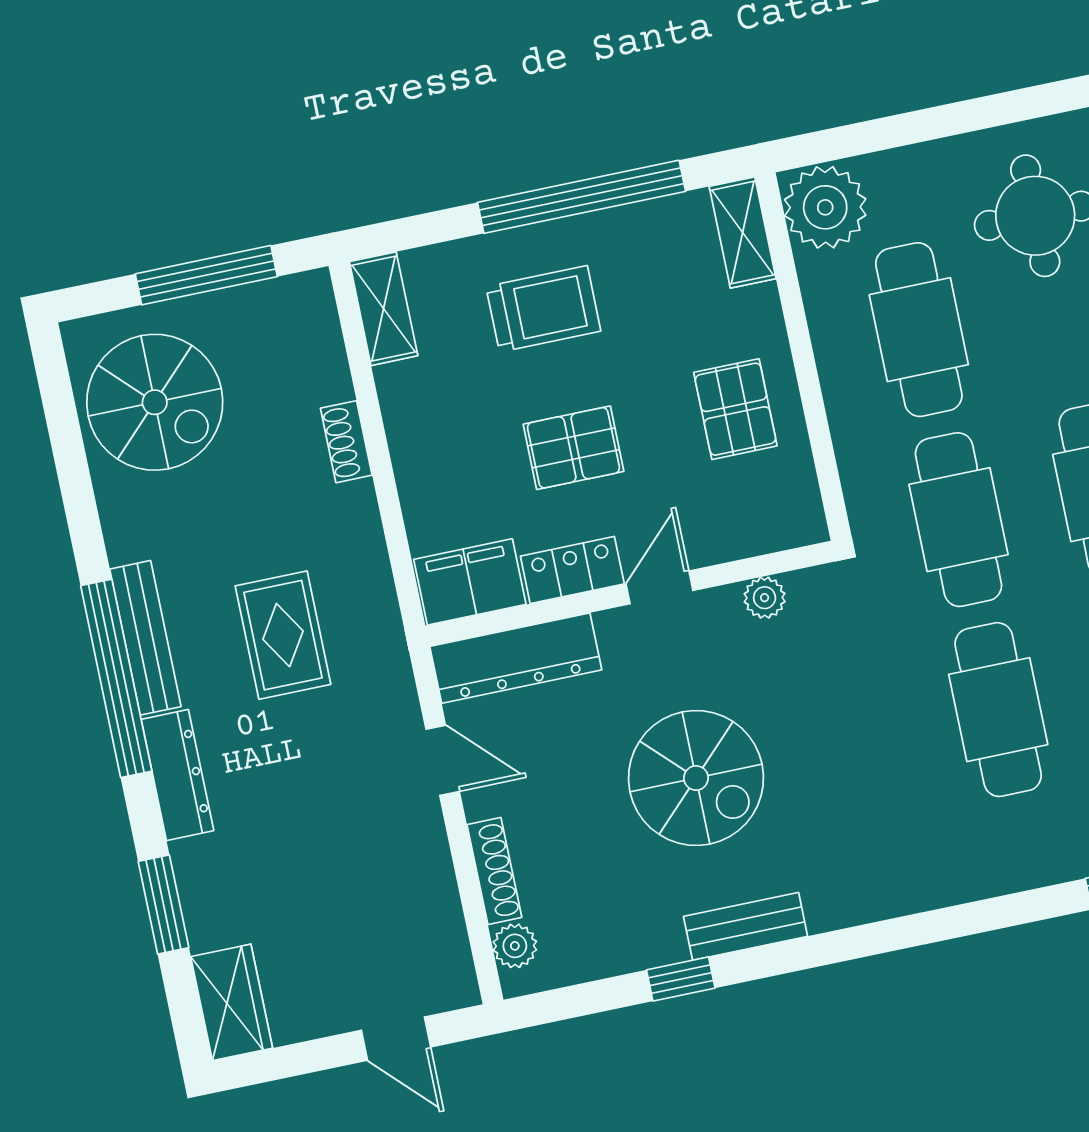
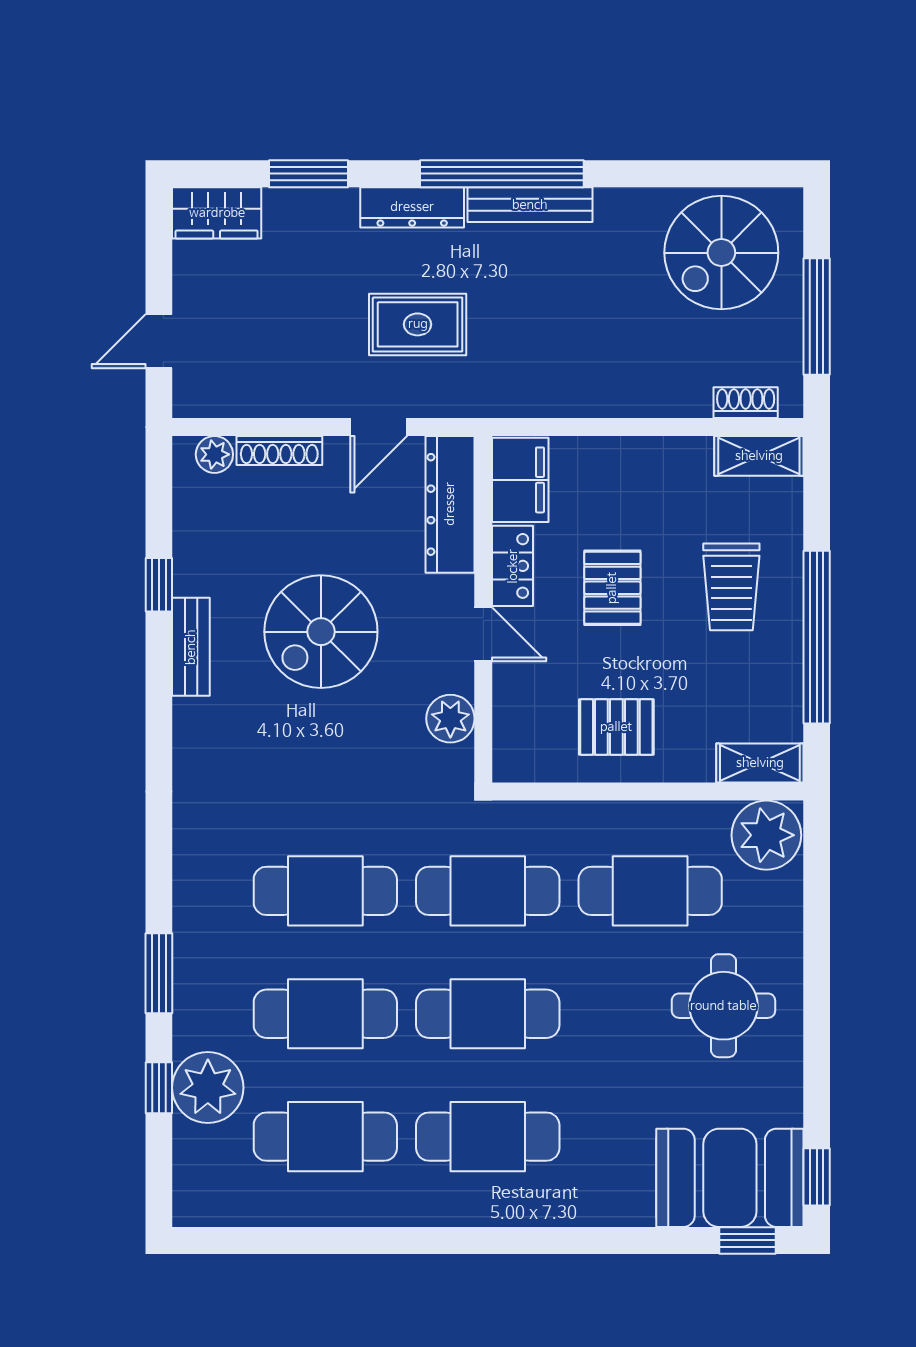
shoe rack: (346, 442) -> (746, 403), moved
plant: (765, 598) -> (450, 719), width x1.38, depth x1.38
rug: (283, 635) -> (418, 324), moved

